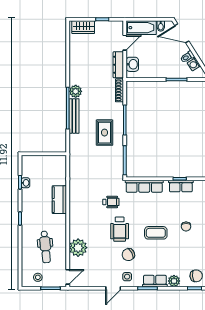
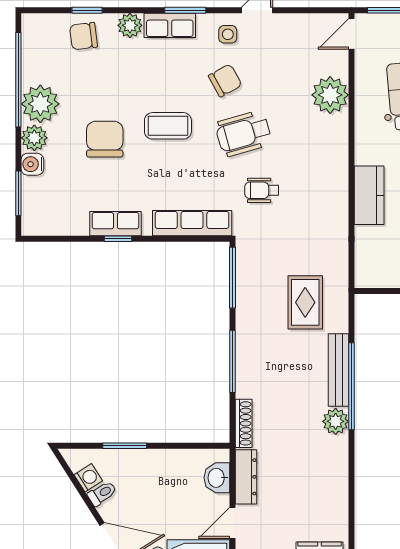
rug: (105, 133) -> (305, 302), moved
chair: (186, 226) -> (105, 139), width x1.87, depth x1.87
wheelchair: (120, 229) -> (243, 133), turned -106

